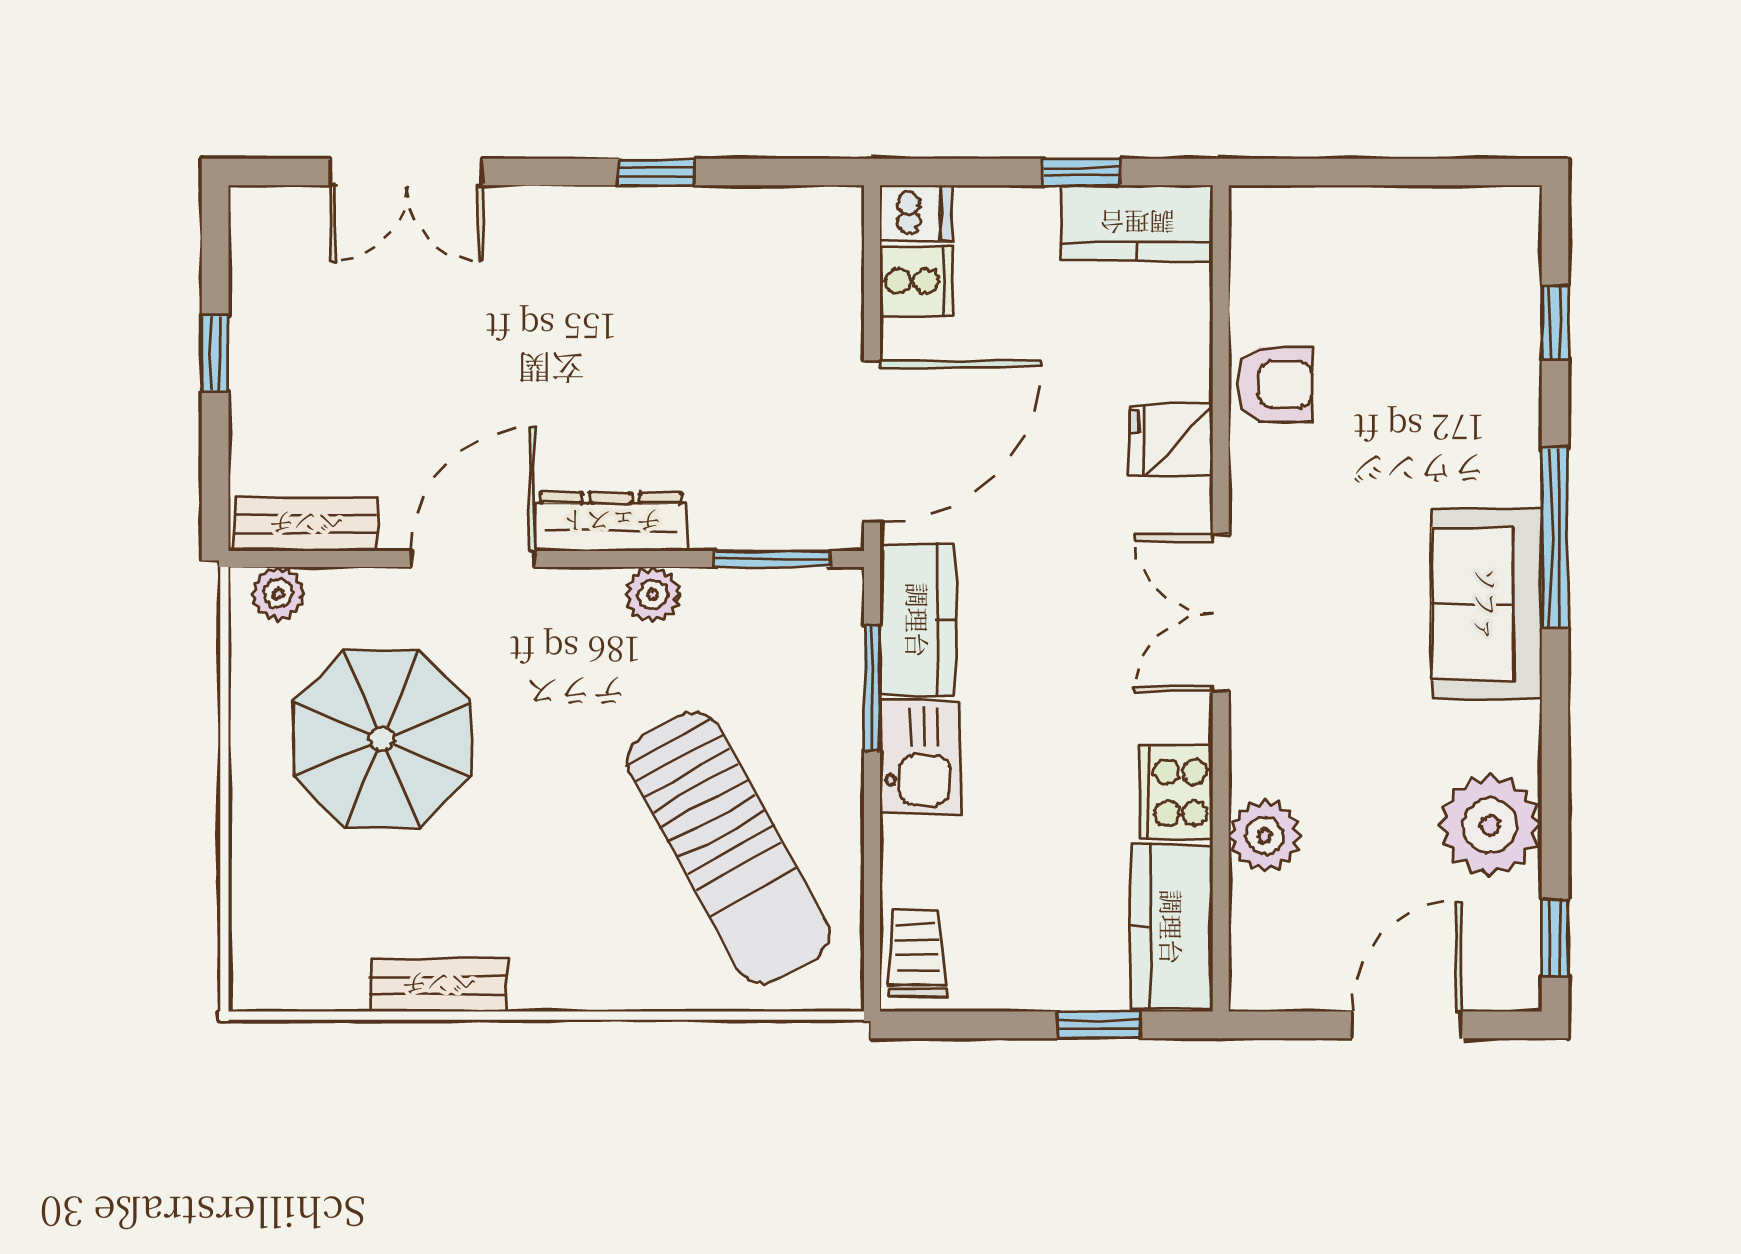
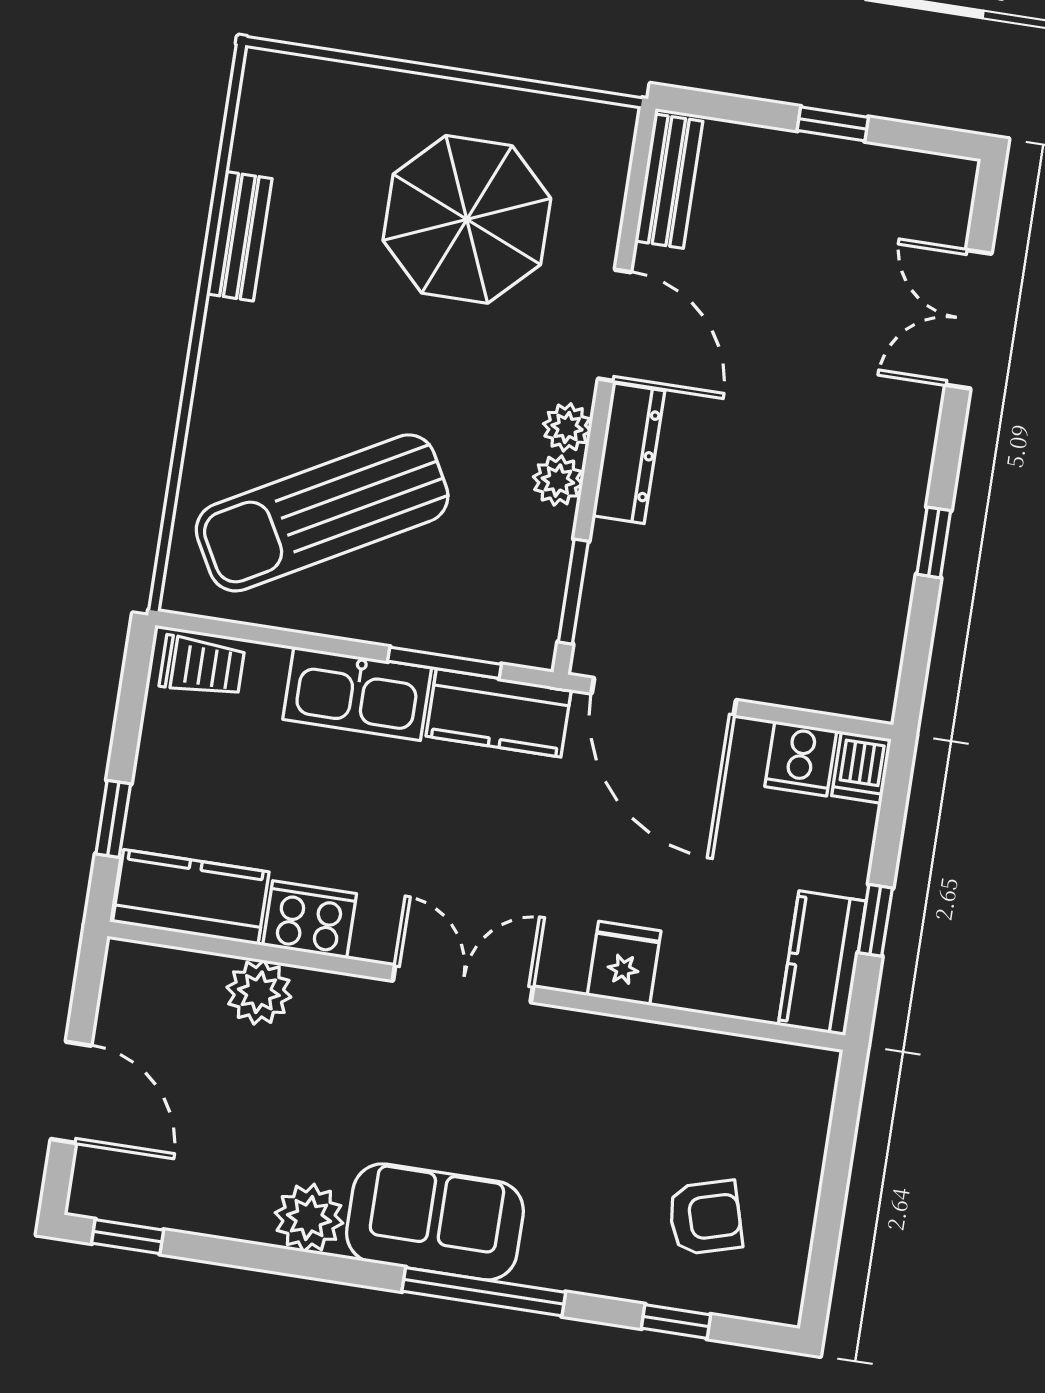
armchair: (1275, 385) -> (705, 1218), moved, turned -106
plant: (278, 594) -> (567, 427), moved
kitchen sink: (921, 757) -> (357, 694), width x1.38
plant: (1490, 825) -> (309, 1218), moved, width x0.73, depth x0.73

